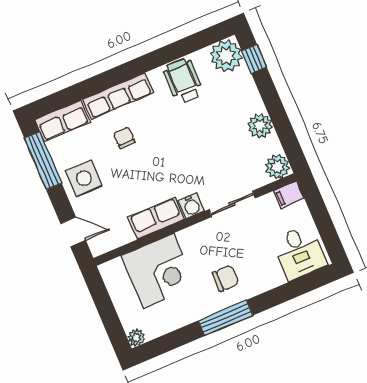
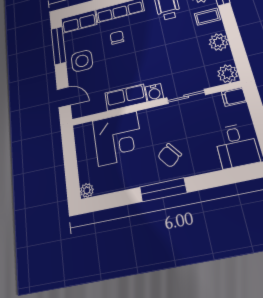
coffee table: (240, 91) -> (207, 17), added
chair: (226, 278) -> (170, 155), turned 141

